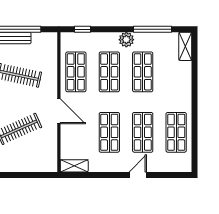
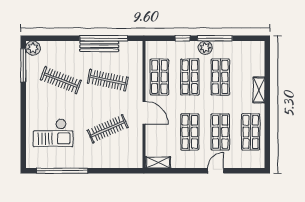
window: (82, 29) -> (183, 38), moved
window: (152, 29) -> (215, 38), moved
shelving: (185, 46) -> (259, 90), moved

